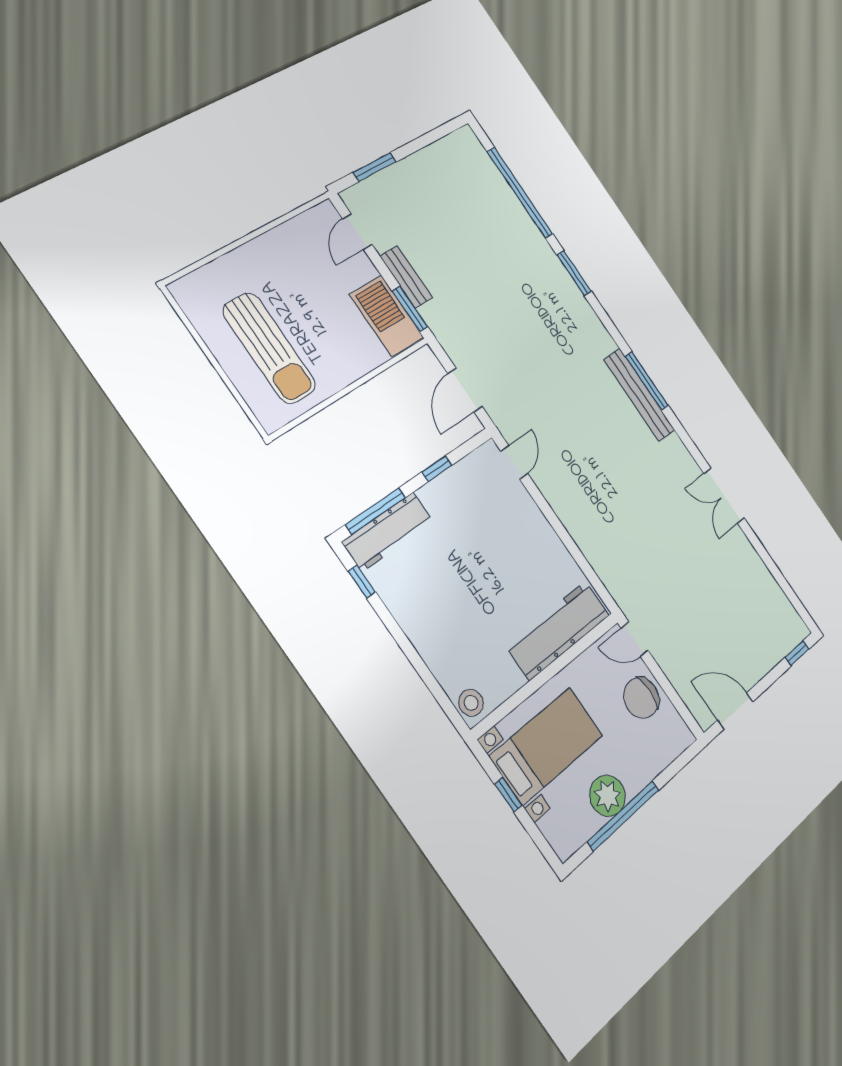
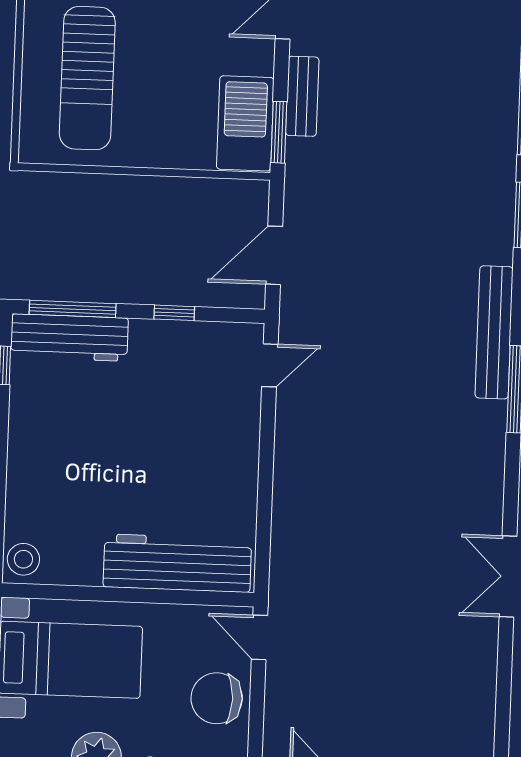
bench: (639, 395) -> (494, 332), moved

